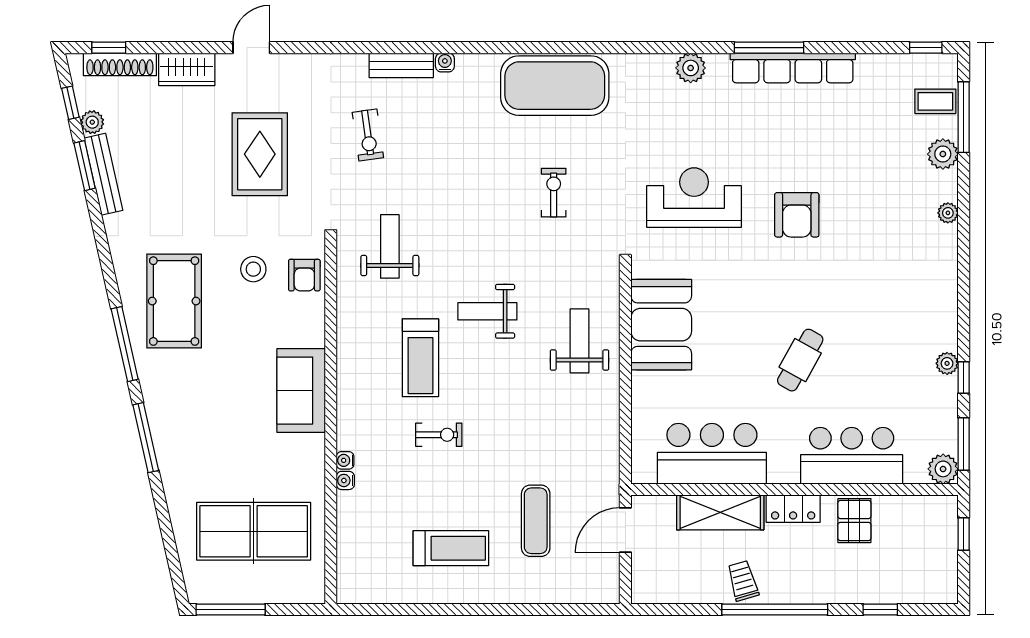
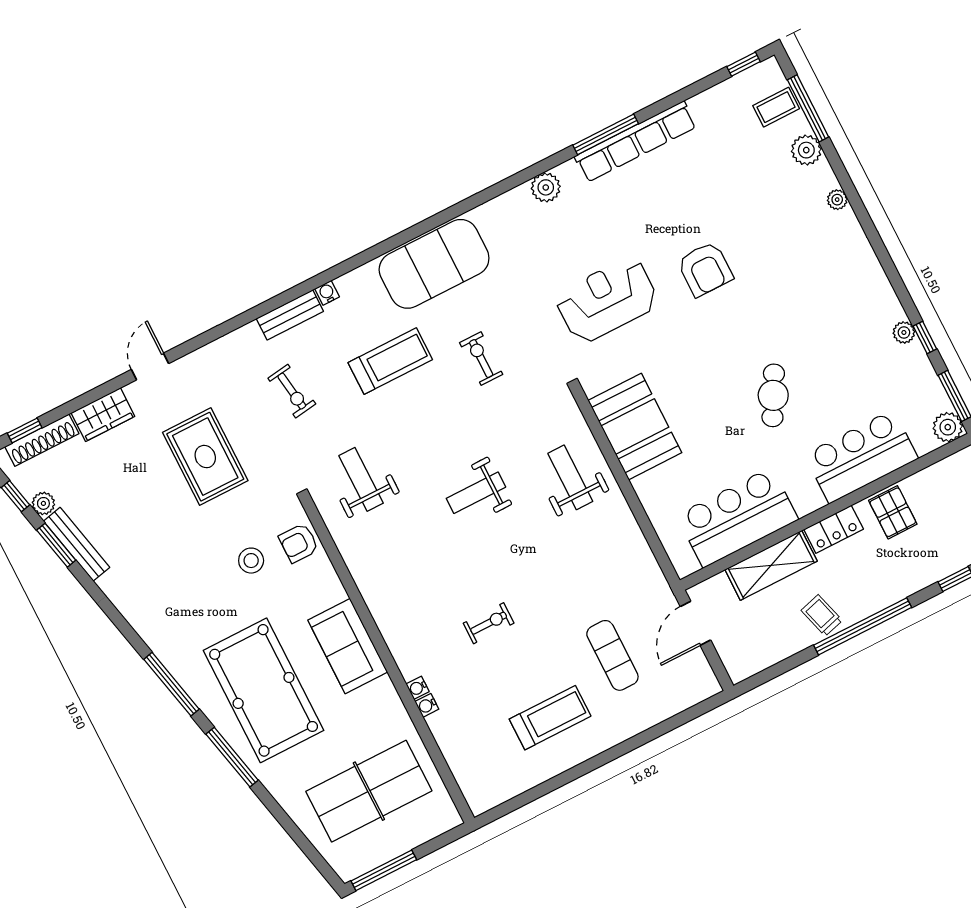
armchair: (304, 275) -> (299, 543), turned 90
pool table: (174, 301) -> (264, 690), moved, width x1.36, depth x1.32
treadmill: (420, 358) -> (390, 361), moved, turned -90

